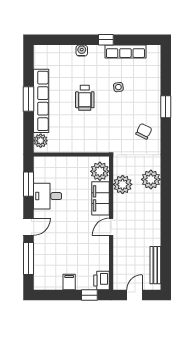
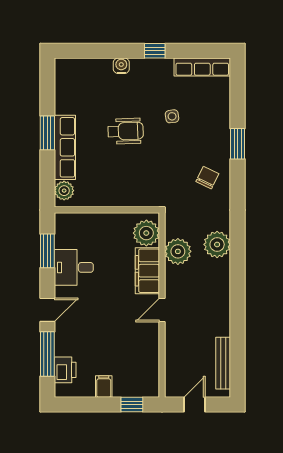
row of seats: (125, 51) -> (202, 67), moved
wheelchair: (85, 98) -> (126, 131), turned -92
row of seats: (41, 101) -> (65, 147), width x0.73
printer: (102, 281) -> (65, 370), moved, turned 180

